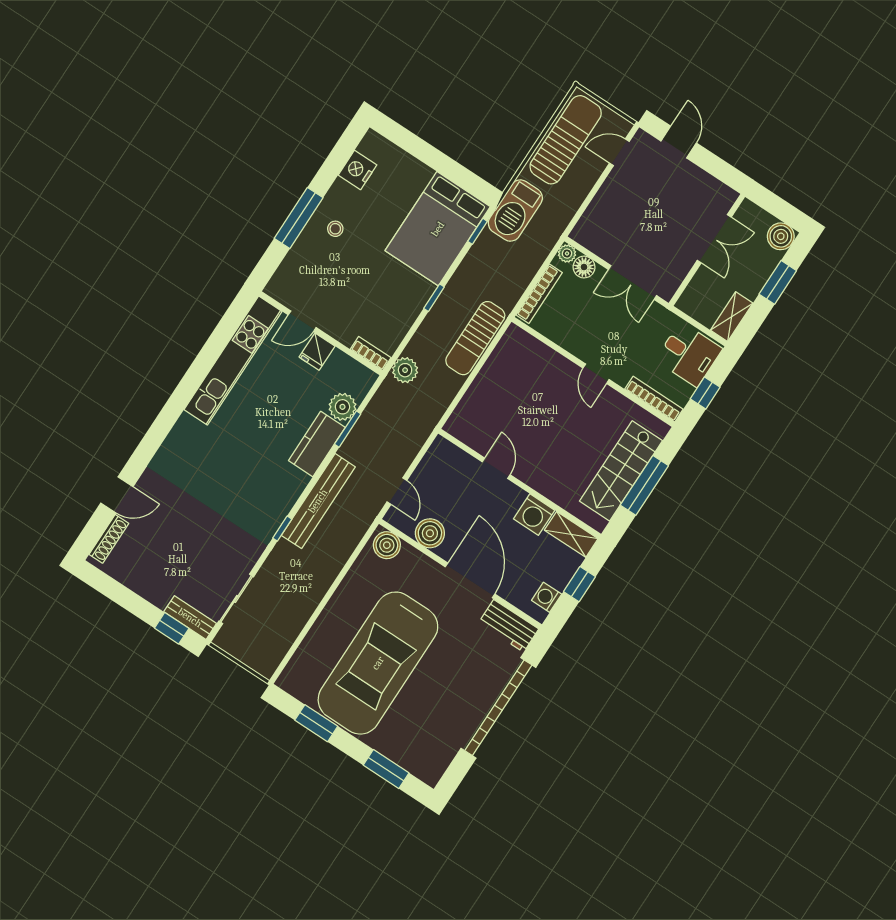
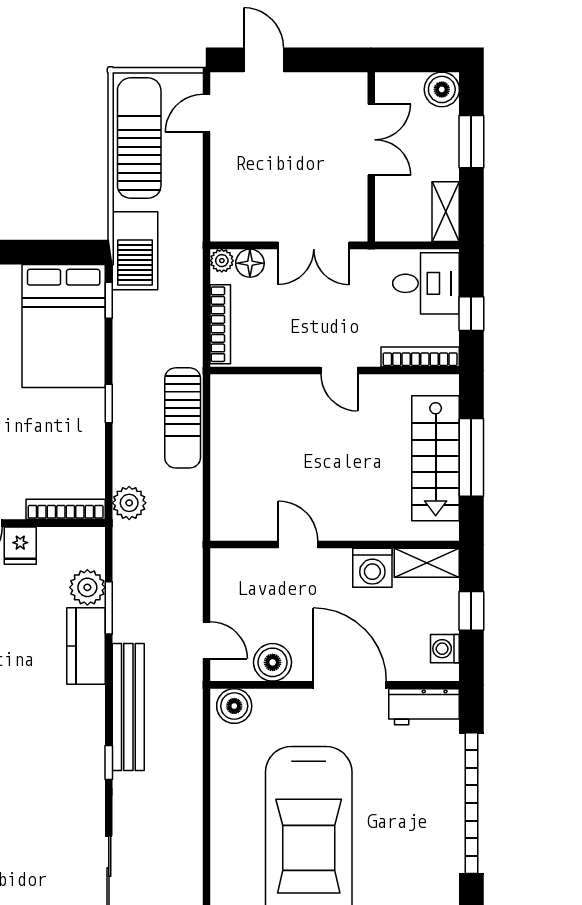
bookcase: (371, 353) -> (66, 509), width x1.56

